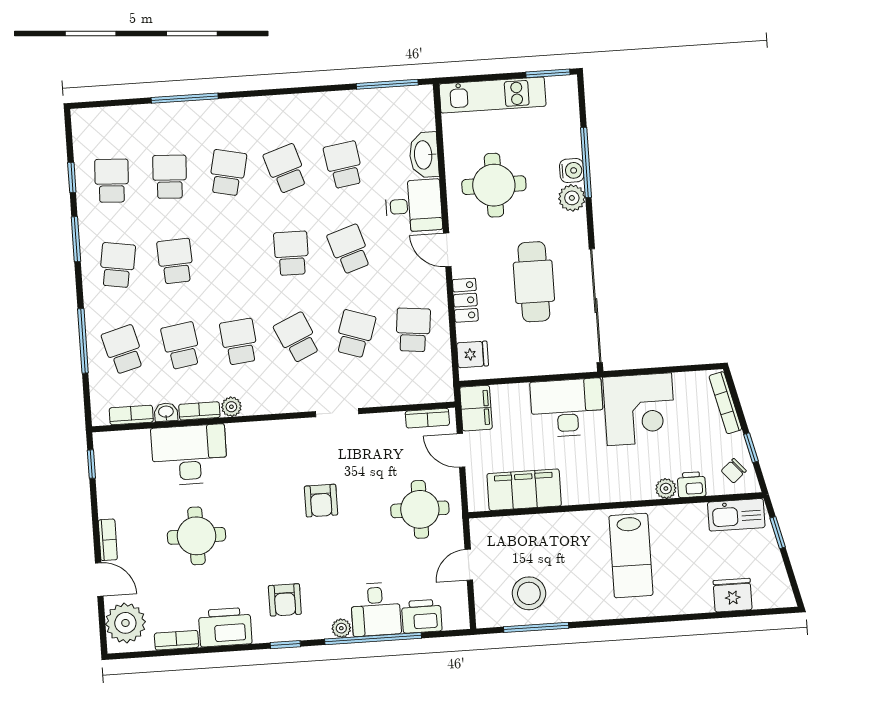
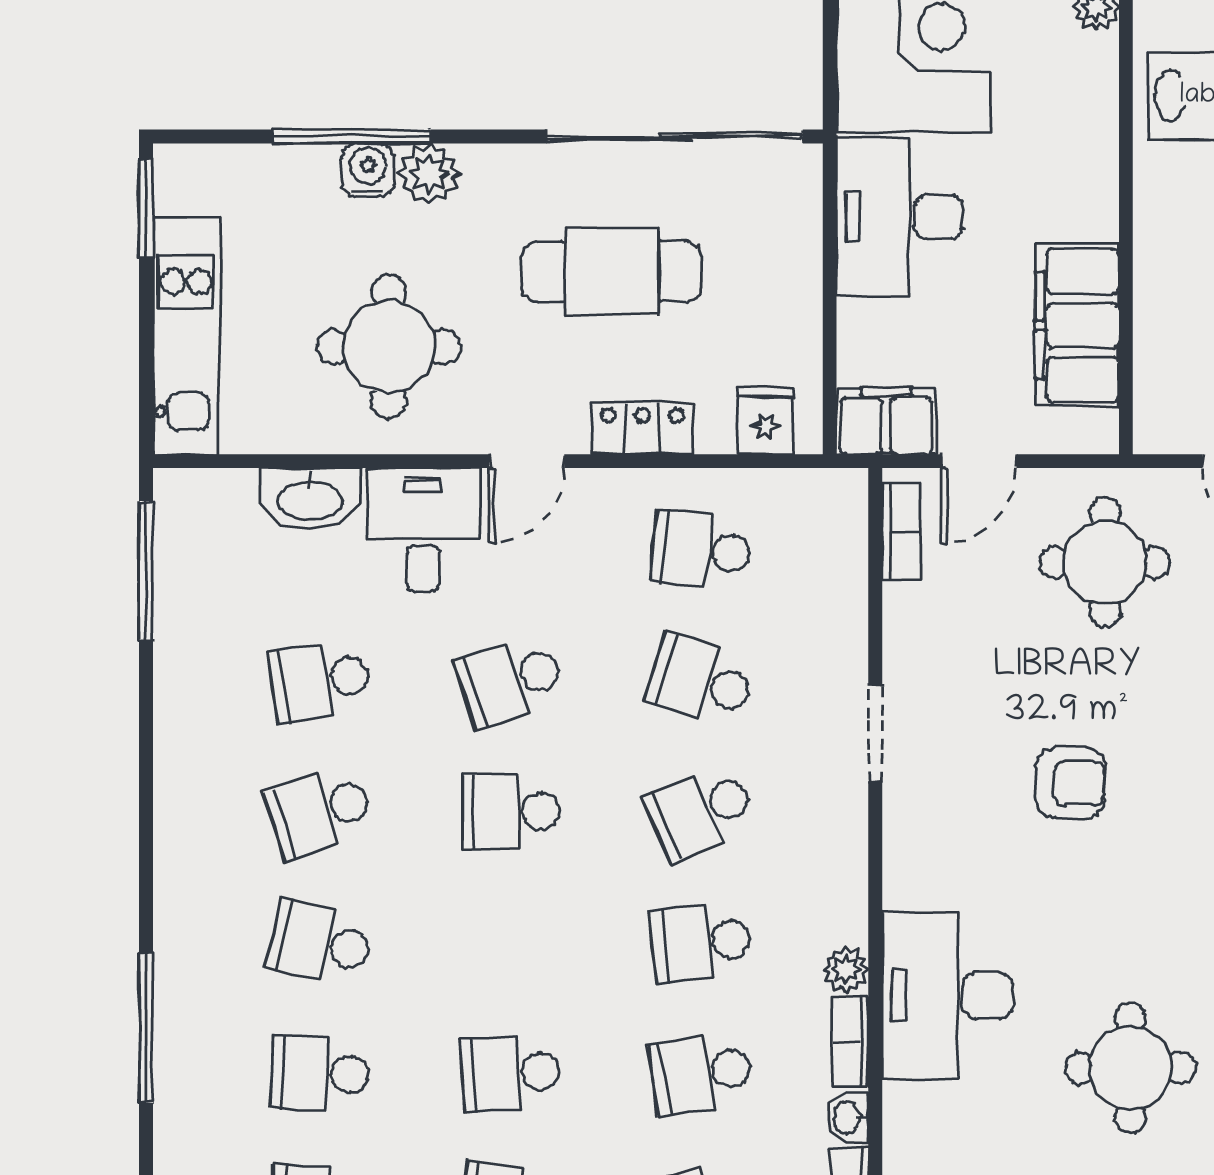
desk: (189, 455) -> (947, 996), moved

